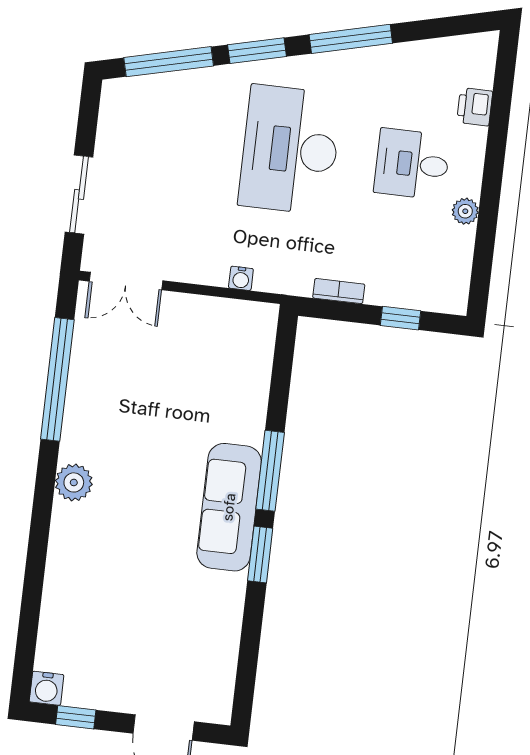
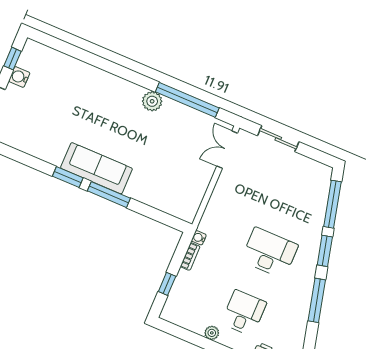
desk: (290, 150) -> (269, 253), width x0.73, depth x0.77
water cooler: (241, 278) -> (199, 238), moved
plant: (74, 482) -> (152, 101), moved
water cooler: (47, 688) -> (19, 77), moved

